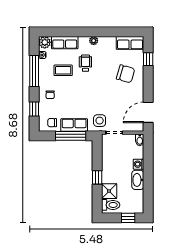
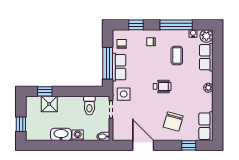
wheelchair: (85, 63) -> (162, 86), moved
door: (148, 112) -> (143, 145), moved
window: (97, 177) -> (45, 91), moved
toilet: (111, 205) -> (89, 106), moved

